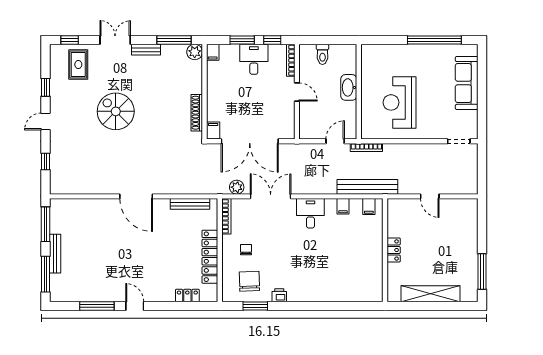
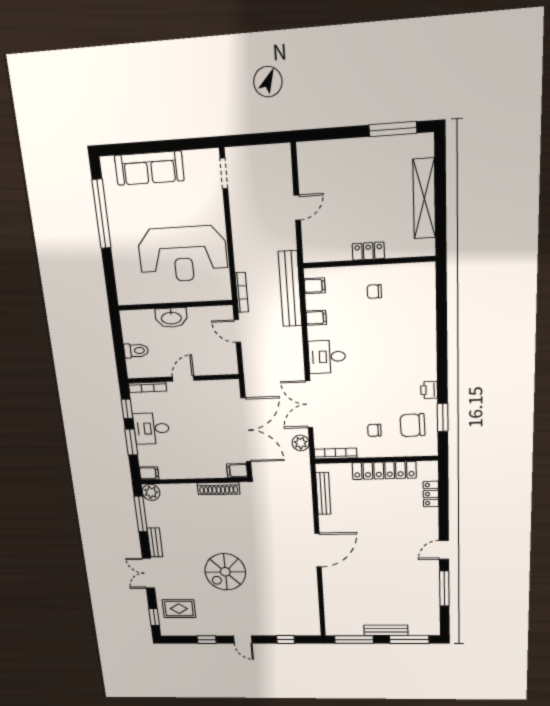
reception desk: (399, 102) -> (183, 254), width x1.36, depth x1.30
chair: (362, 254) -> (374, 291), added

